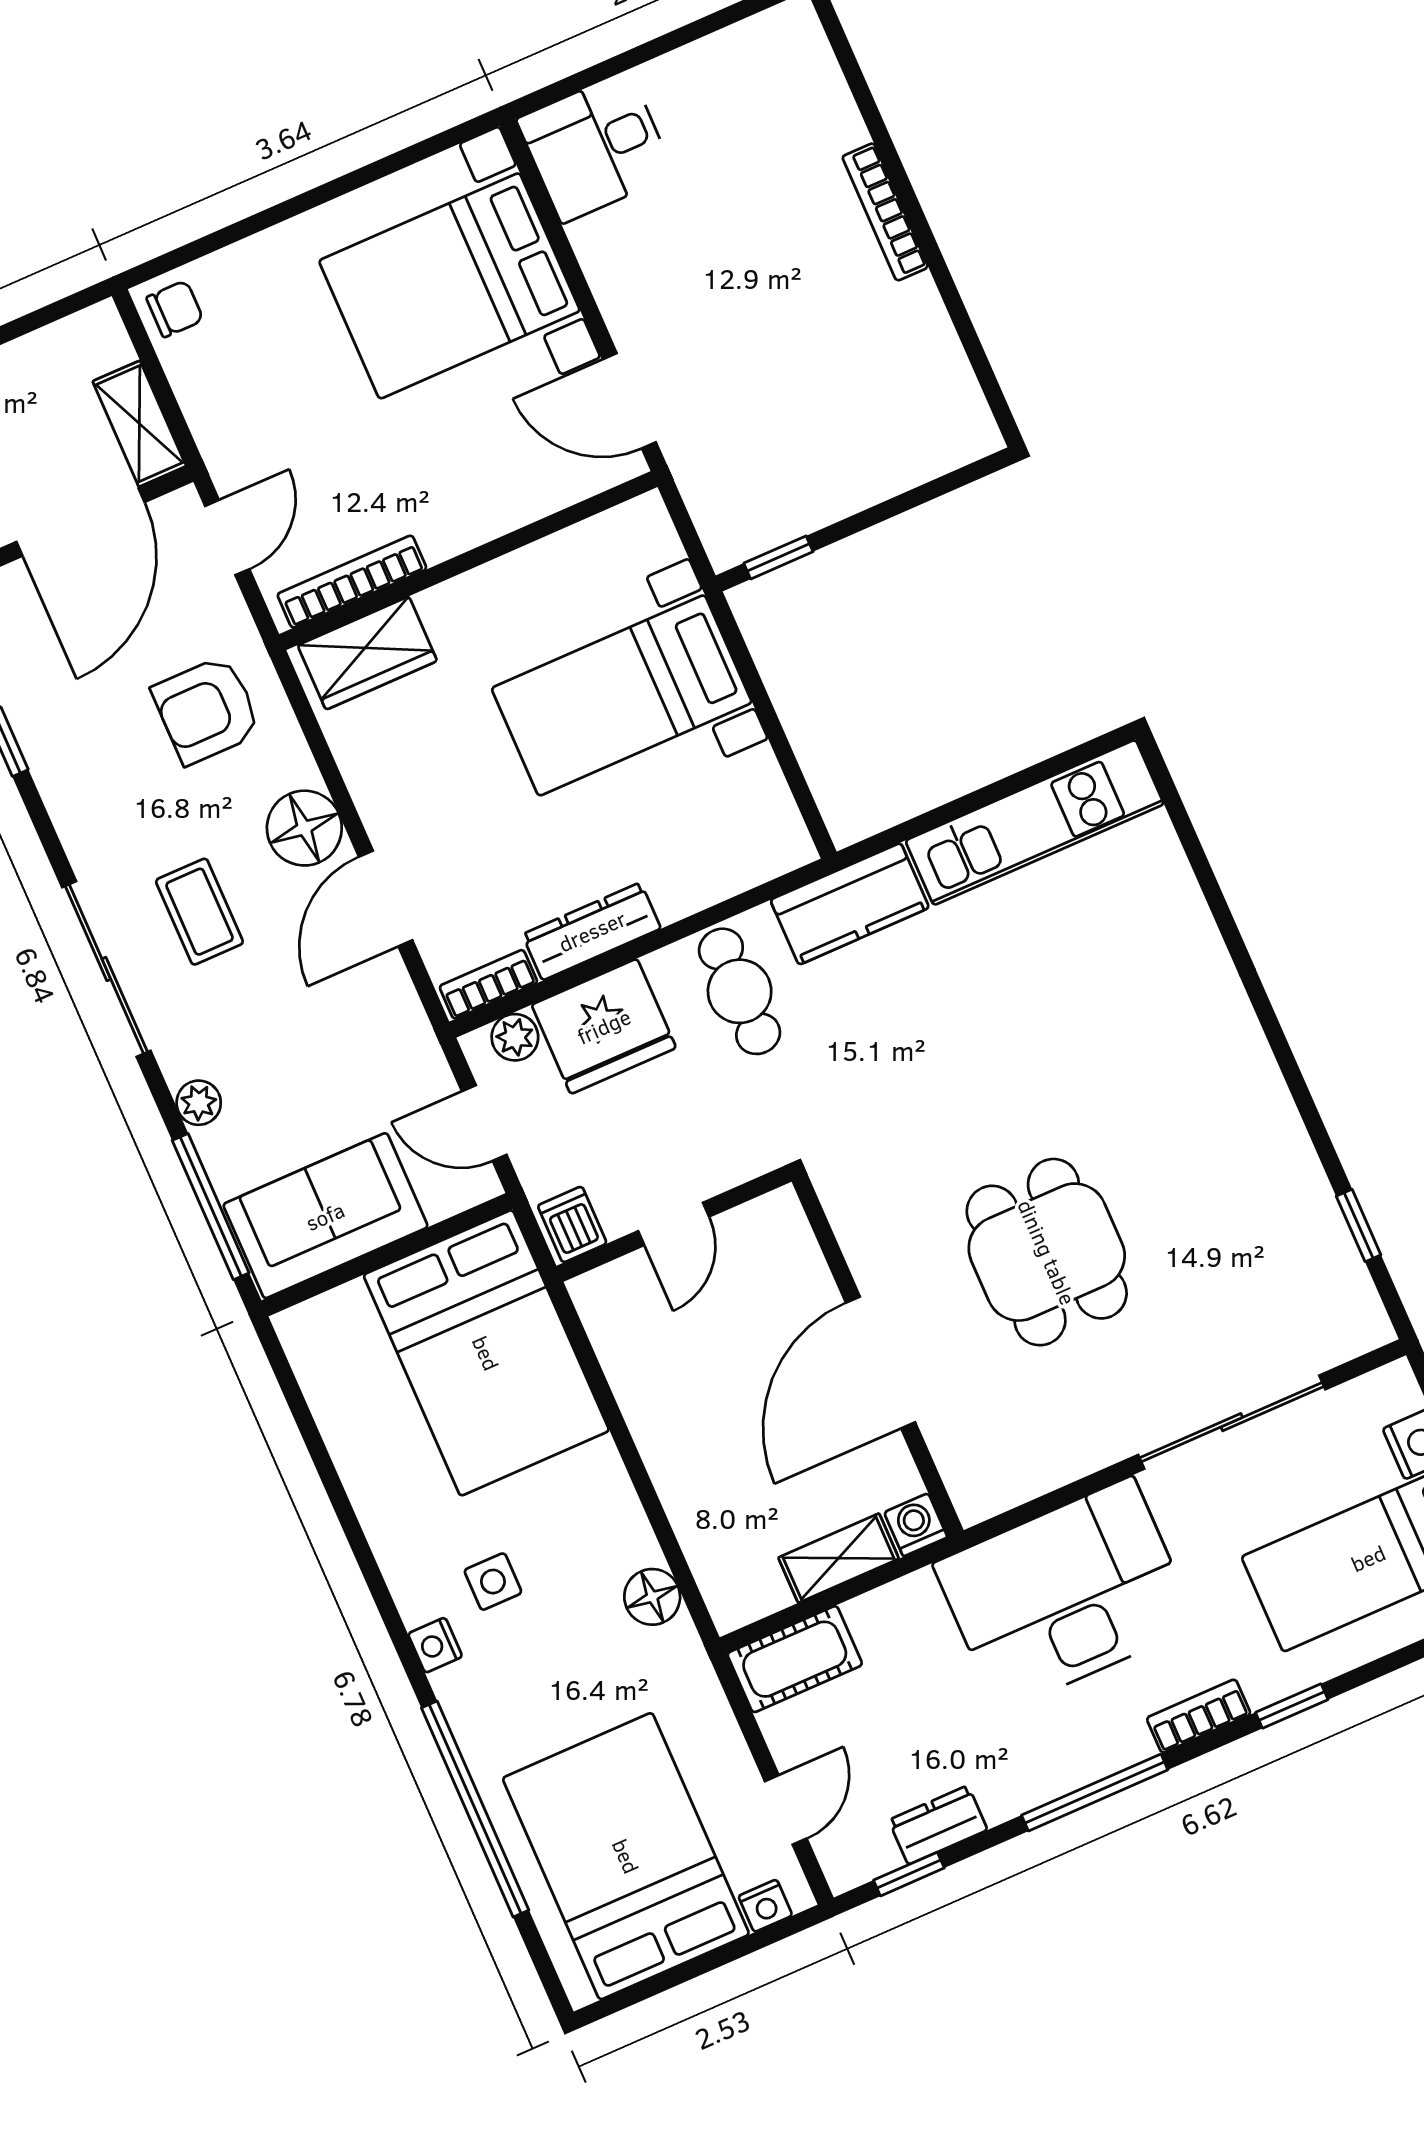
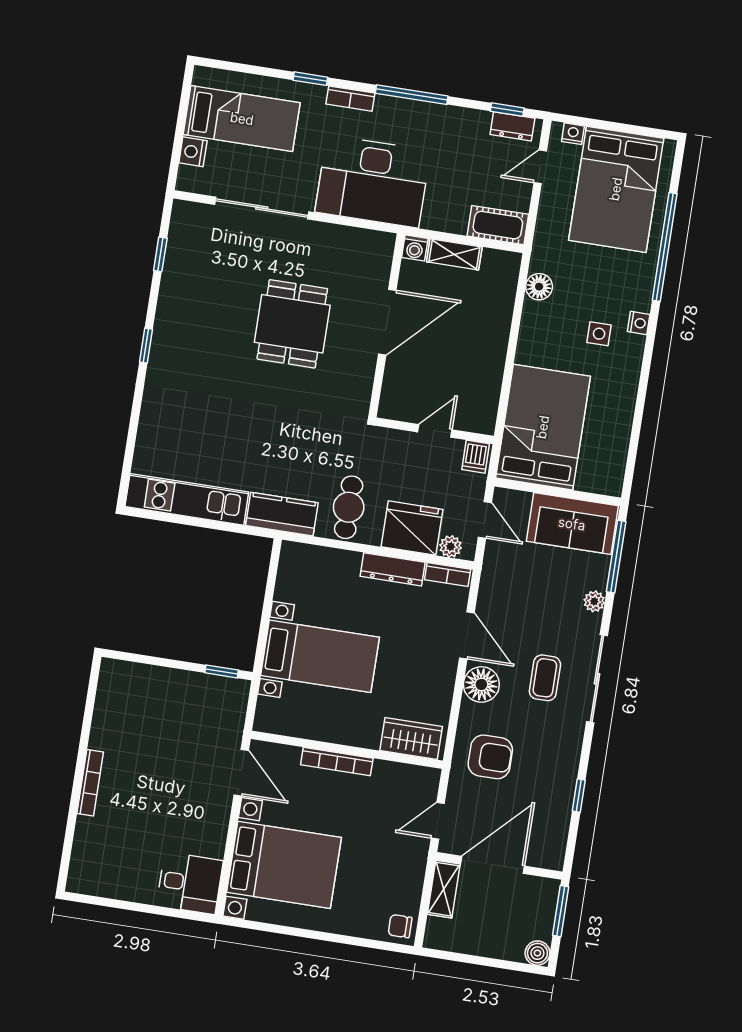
bookcase: (352, 582) -> (337, 761), moved
door: (386, 898) -> (467, 635), hinge flipped
window: (1281, 1048) -> (146, 346), added
dresser: (938, 1825) -> (512, 126), moved

